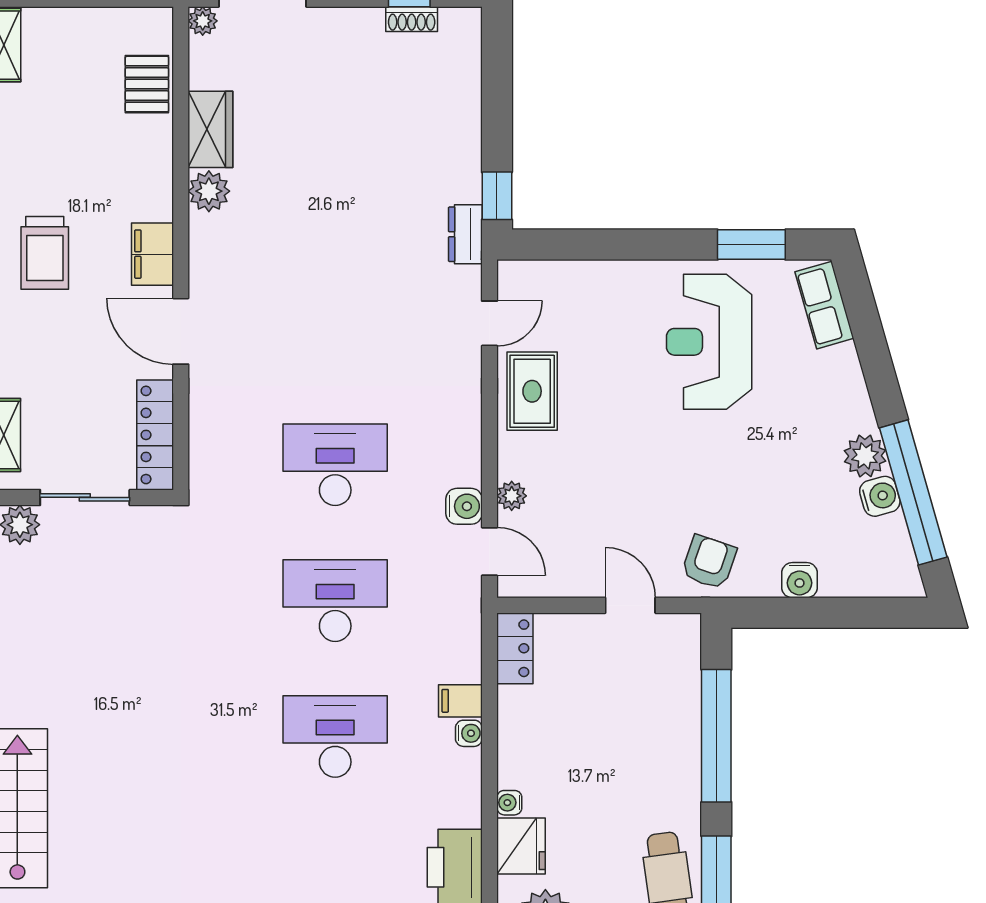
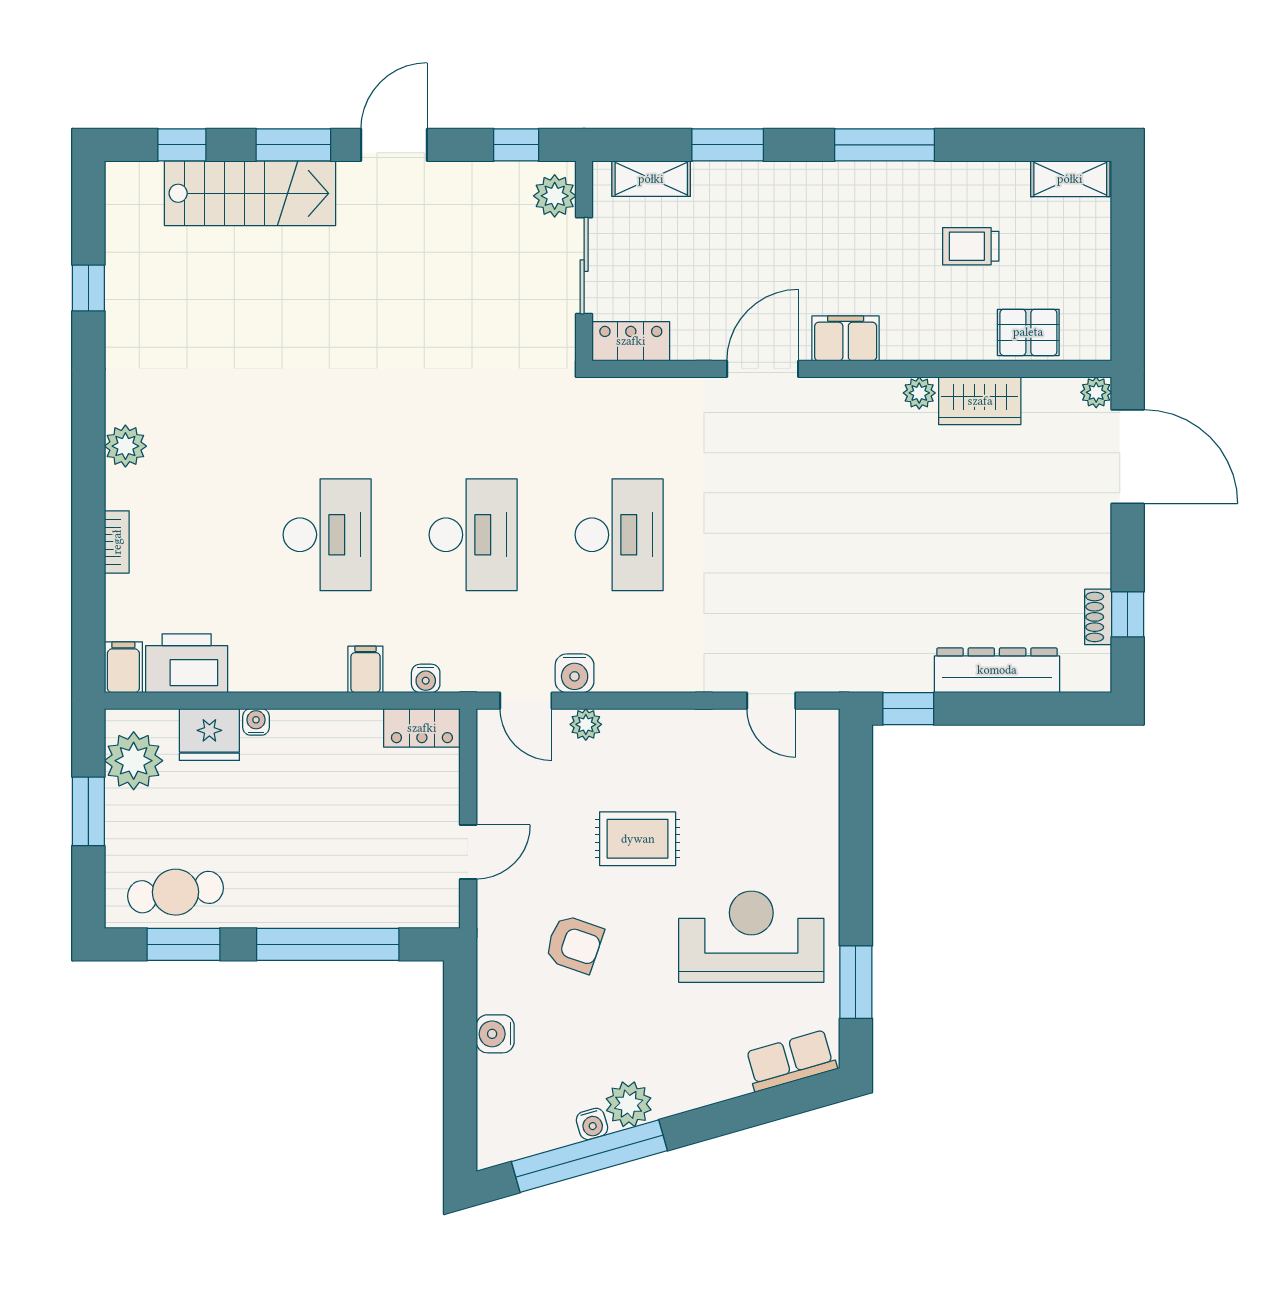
plant: (209, 191) -> (919, 393), width x0.73, depth x0.73
dresser: (465, 234) -> (997, 670), moved, width x1.96, depth x1.24
trolley: (45, 253) -> (971, 246), moved, width x0.73, depth x0.72
rug: (532, 391) -> (638, 839), moved
locker: (155, 435) -> (631, 341), width x0.66
water cooler: (880, 496) -> (592, 1124), width x0.72, depth x0.72
door: (489, 551) -> (526, 701), hinge flipped
armchair: (709, 562) -> (574, 944), moved
water cooler: (469, 733) -> (426, 678), moved

